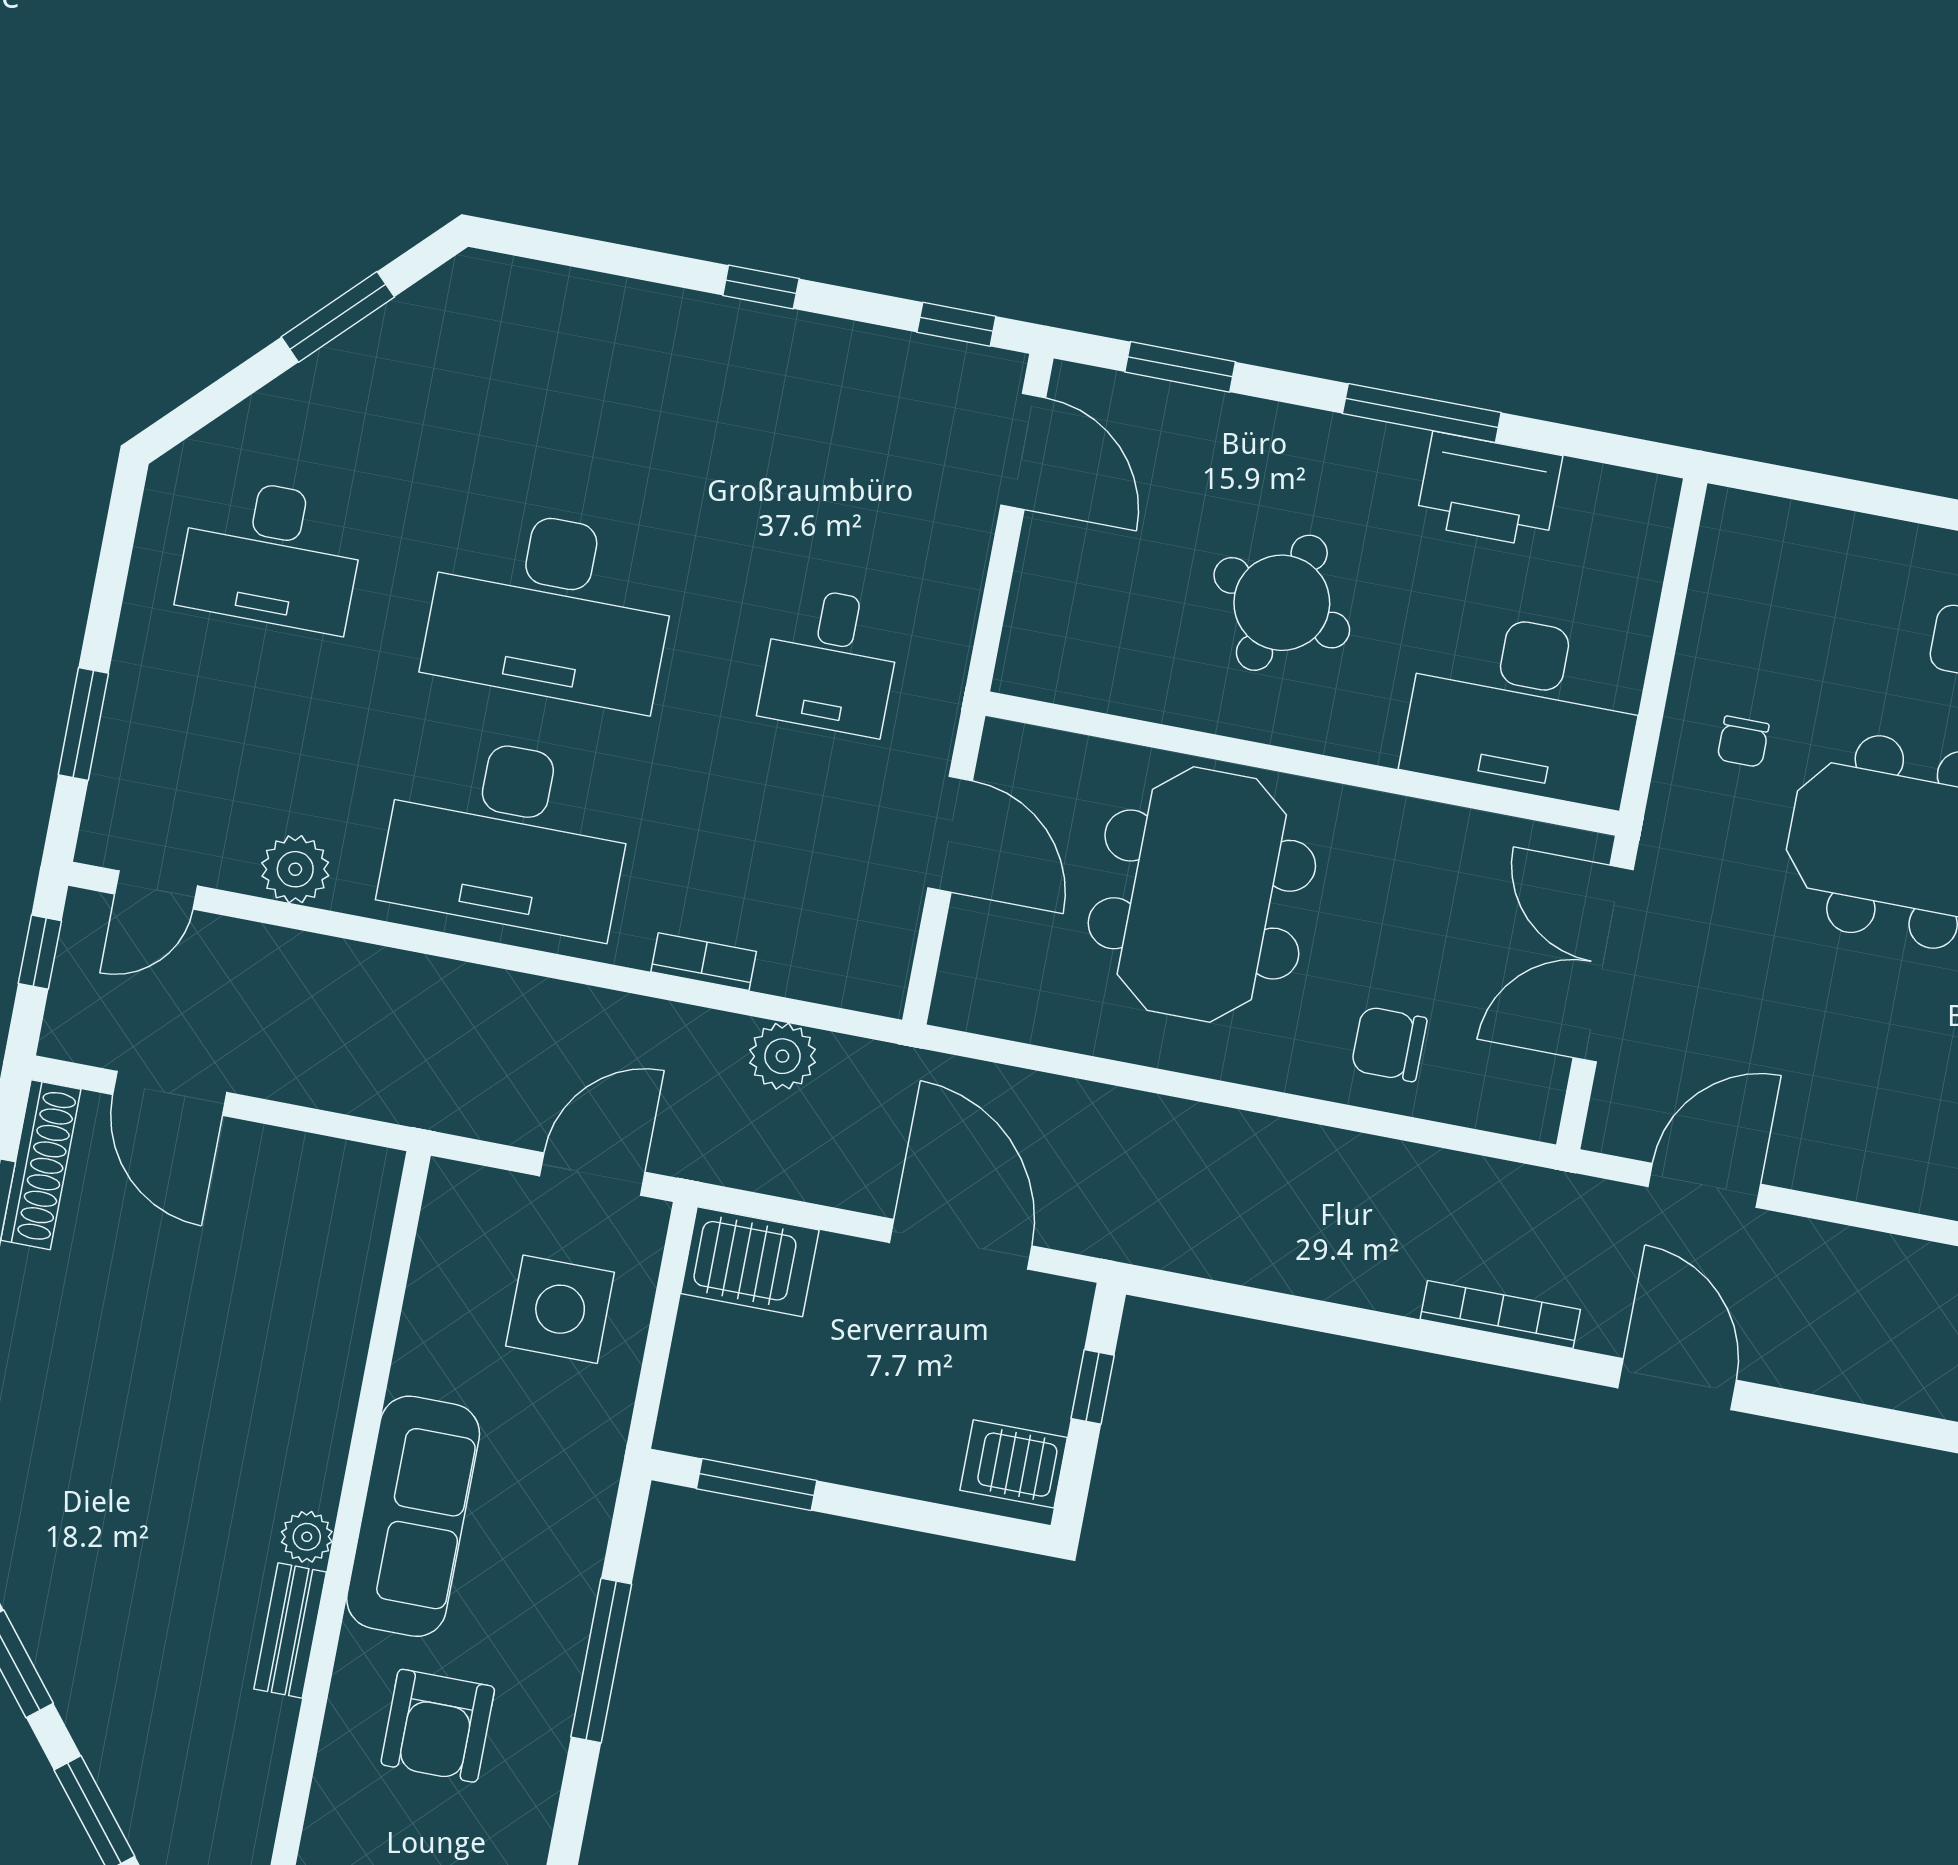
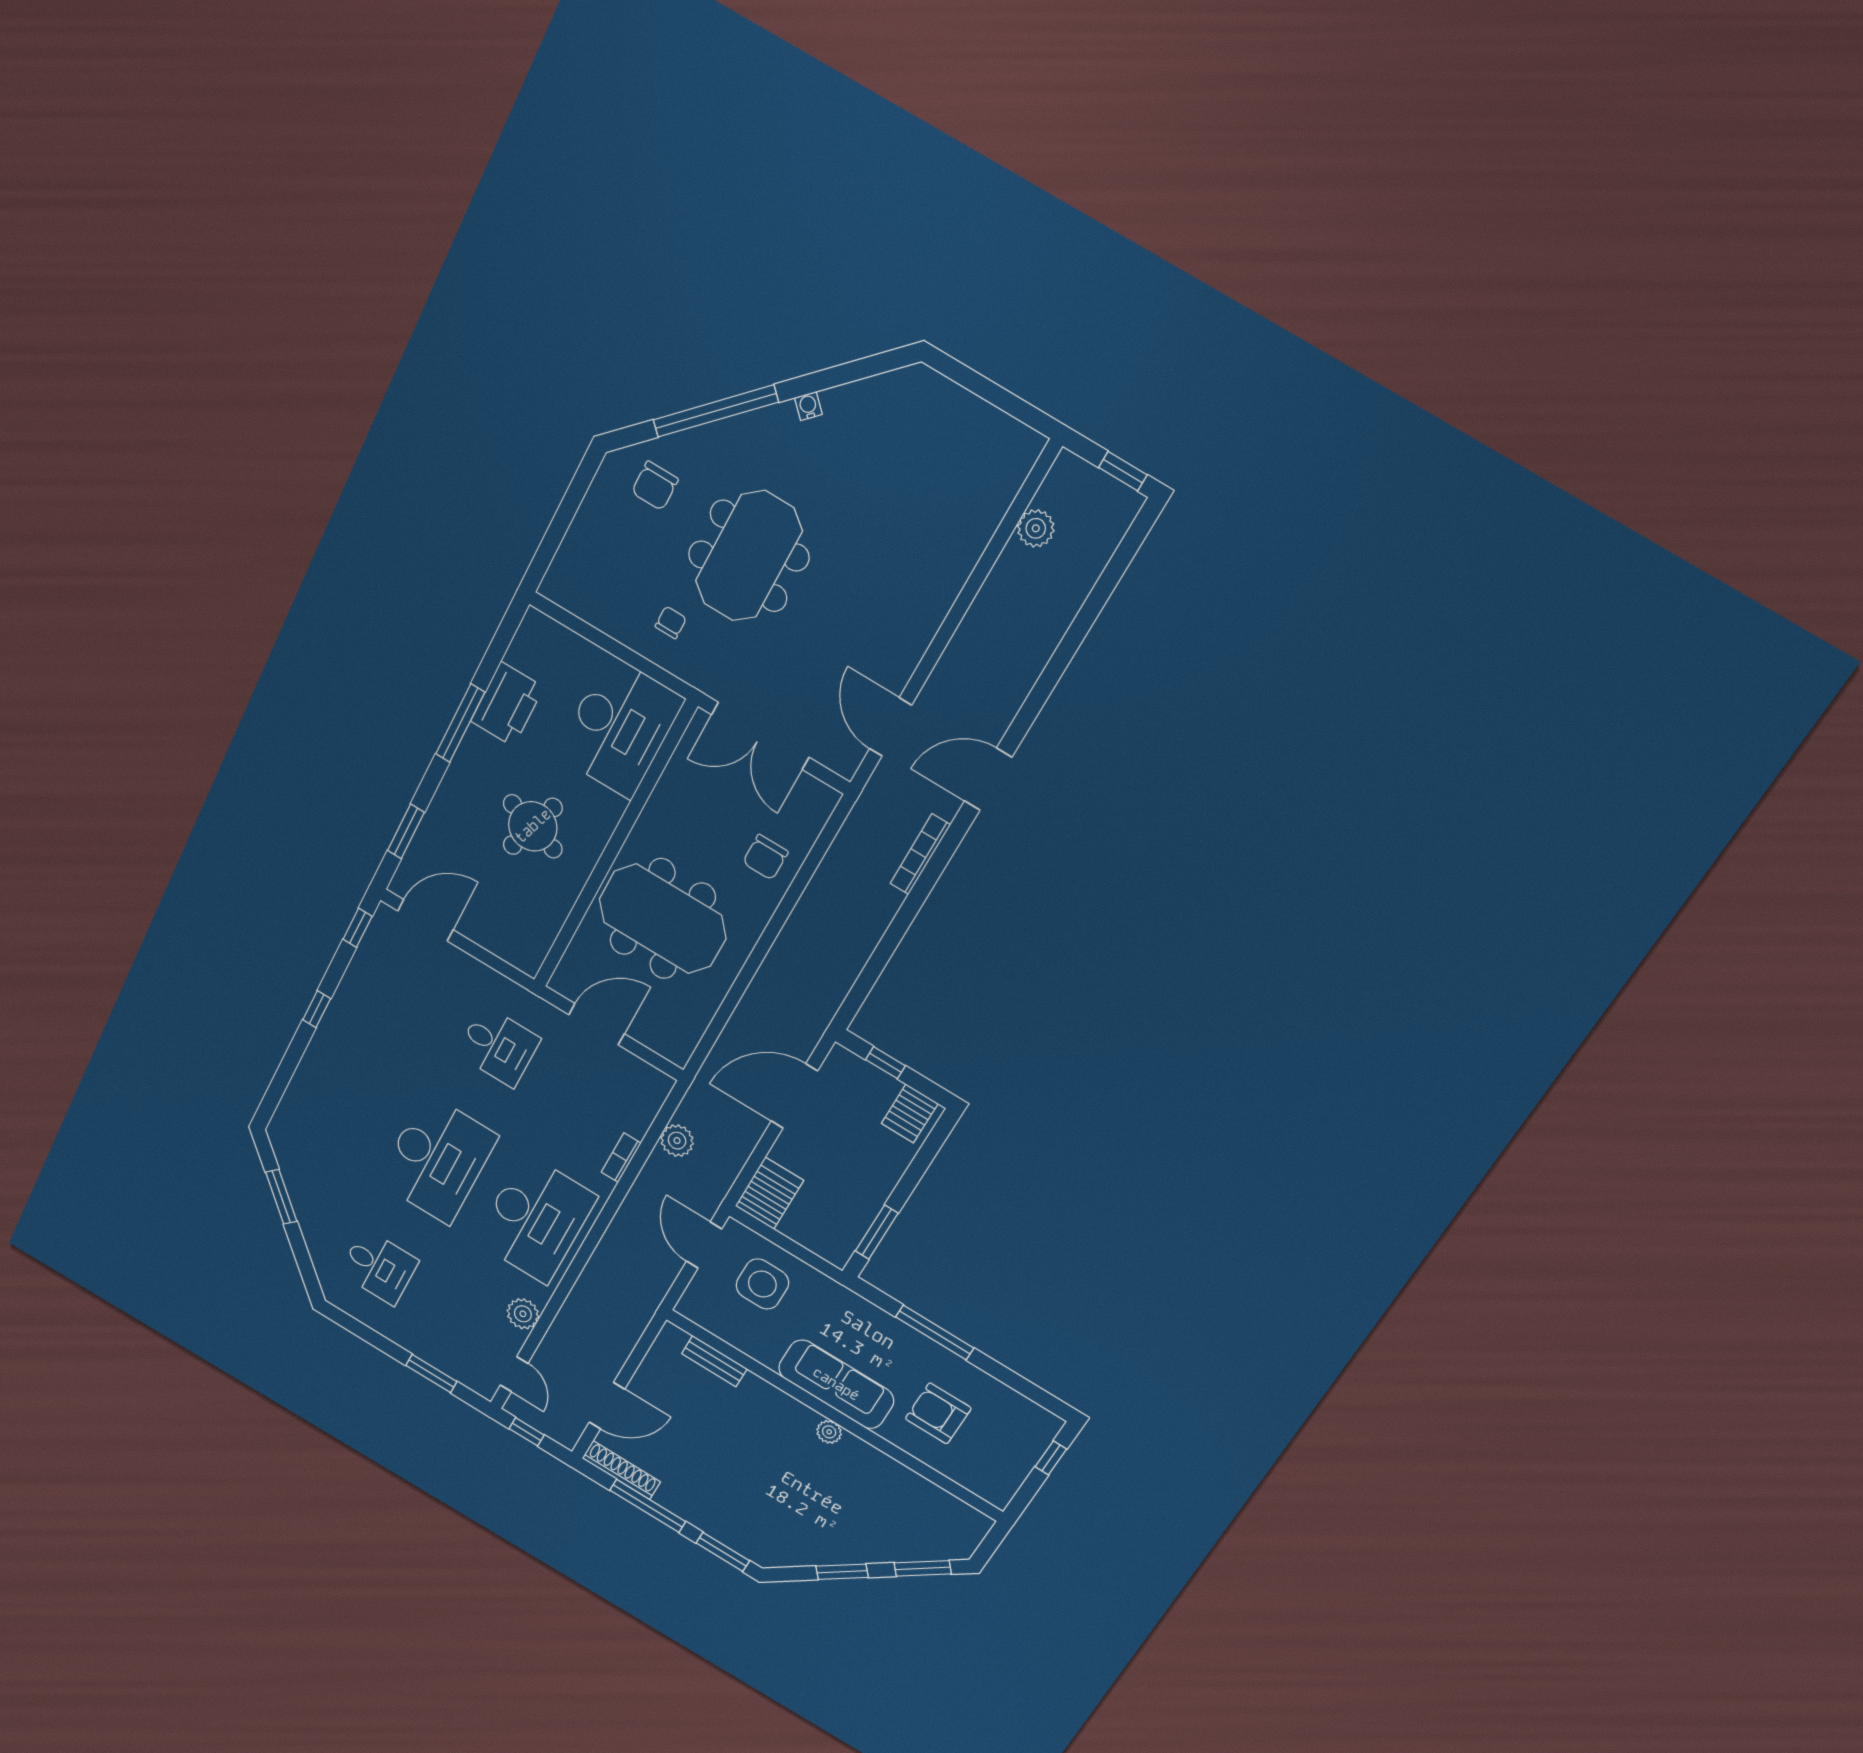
desk: (271, 554) -> (379, 1267), width x0.73
chair: (1743, 742) -> (671, 622), turned -90
bench: (290, 1630) -> (714, 1361), moved
armchair: (438, 1726) -> (938, 1413), turned 180

